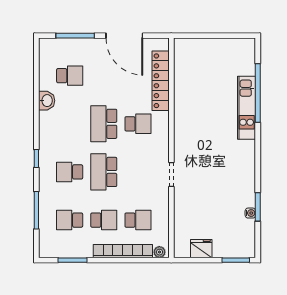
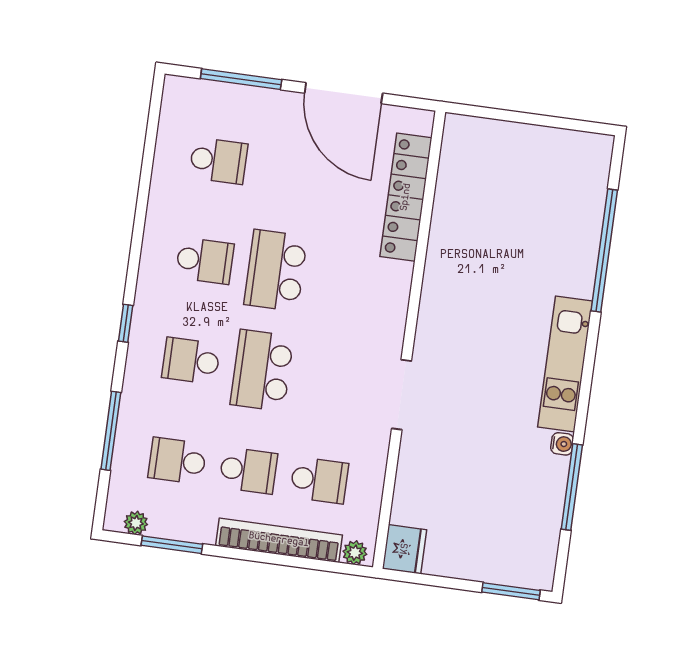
washbasin: (47, 101) -> (164, 206), removed
kitchen unit: (247, 108) -> (565, 364), moved
school desk: (138, 124) -> (205, 261), moved
doorway: (171, 174) -> (401, 395), width x1.38
window: (258, 207) -> (572, 487), width x1.44
water cooler: (250, 213) -> (562, 444), moved
fridge: (201, 249) -> (405, 549), moved, turned 90
plant: (54, 252) -> (136, 523), added

